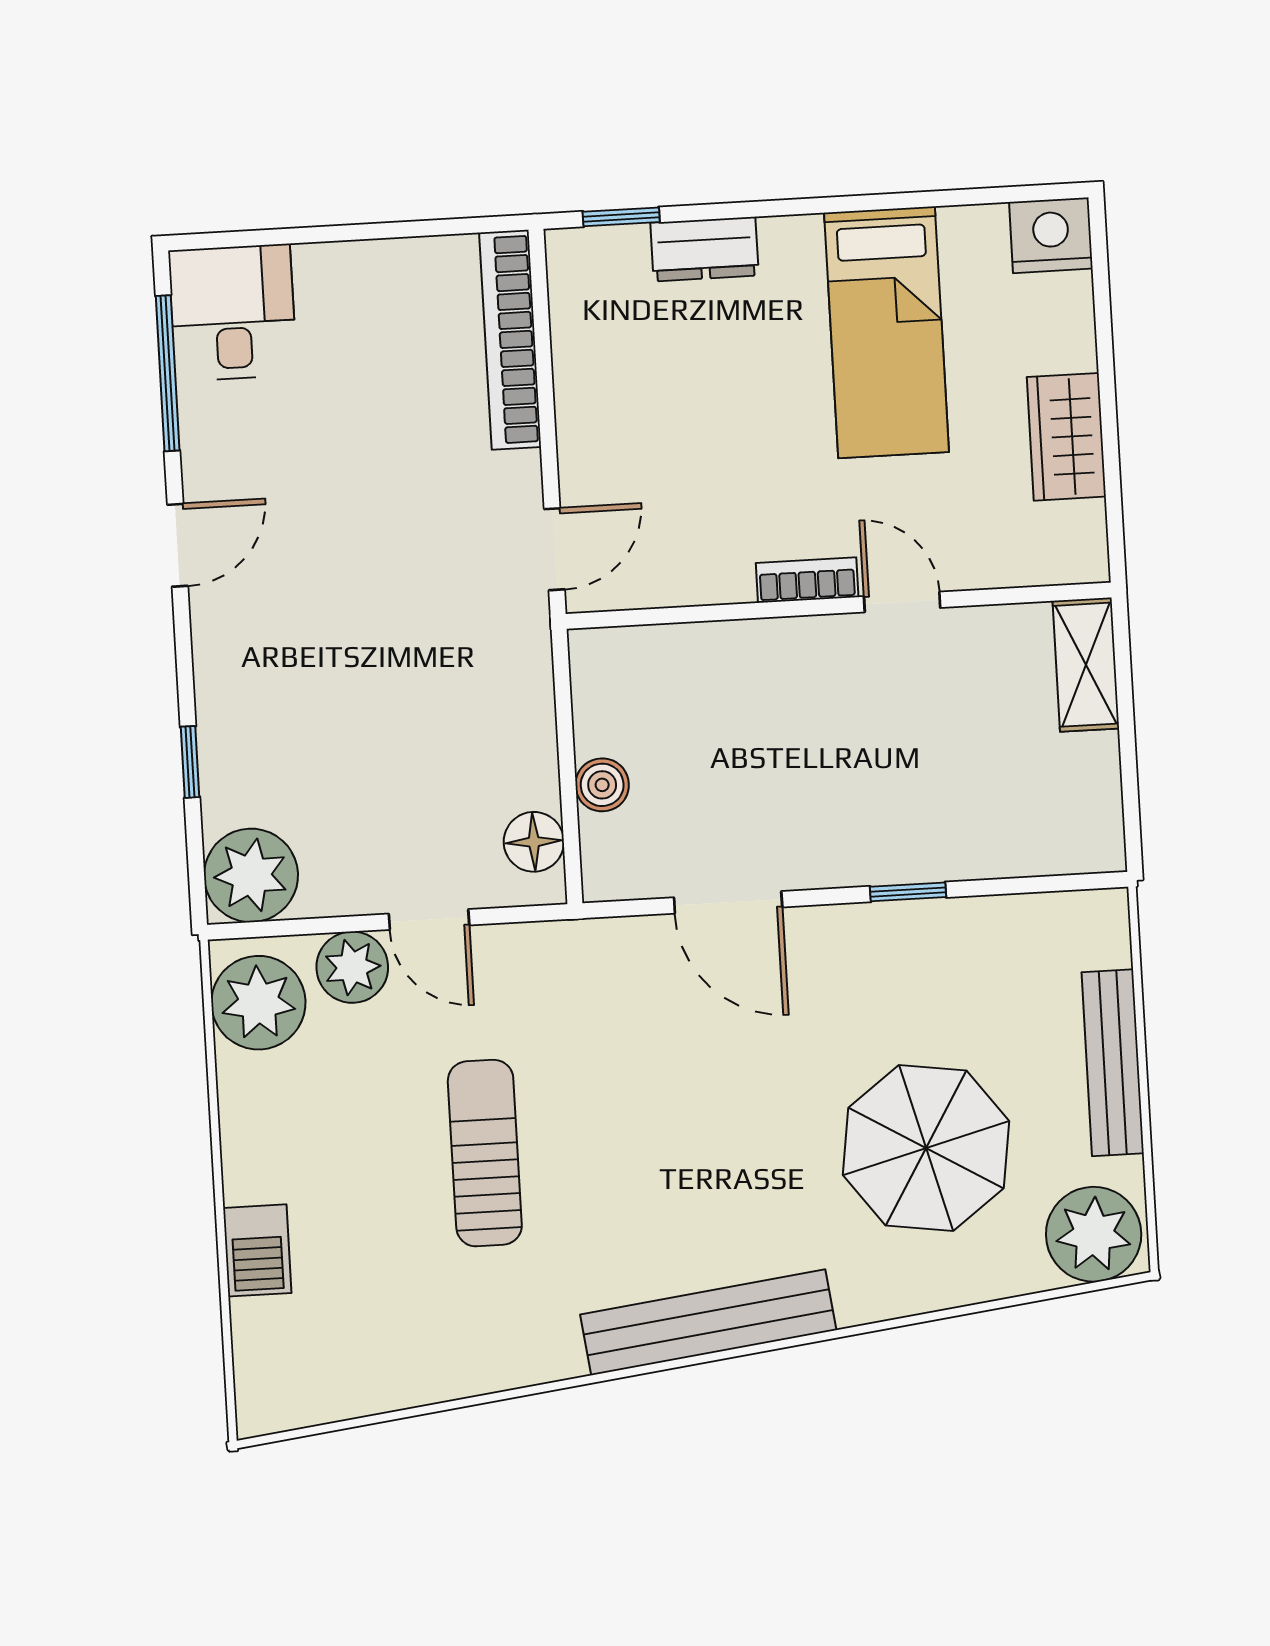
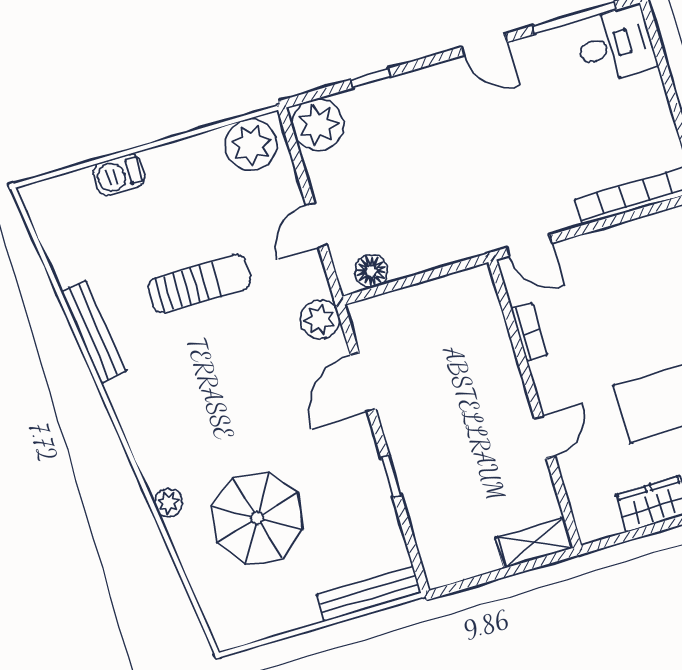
bookcase: (807, 580) -> (529, 332), moved
boiler: (602, 785) -> (410, 300), removed
plant: (352, 967) -> (320, 319), moved
bench: (1113, 1063) -> (369, 594), moved
plant: (1094, 1234) -> (168, 503), moved, width x0.53, depth x0.53
bench: (708, 1322) -> (93, 332), moved, width x0.73, depth x0.82

